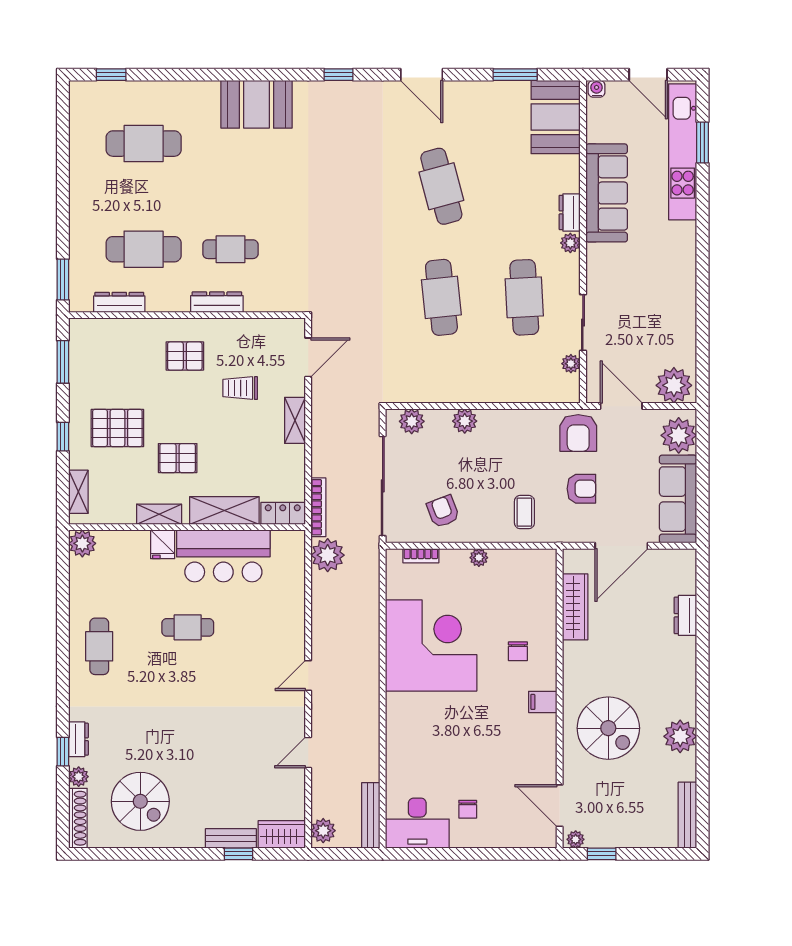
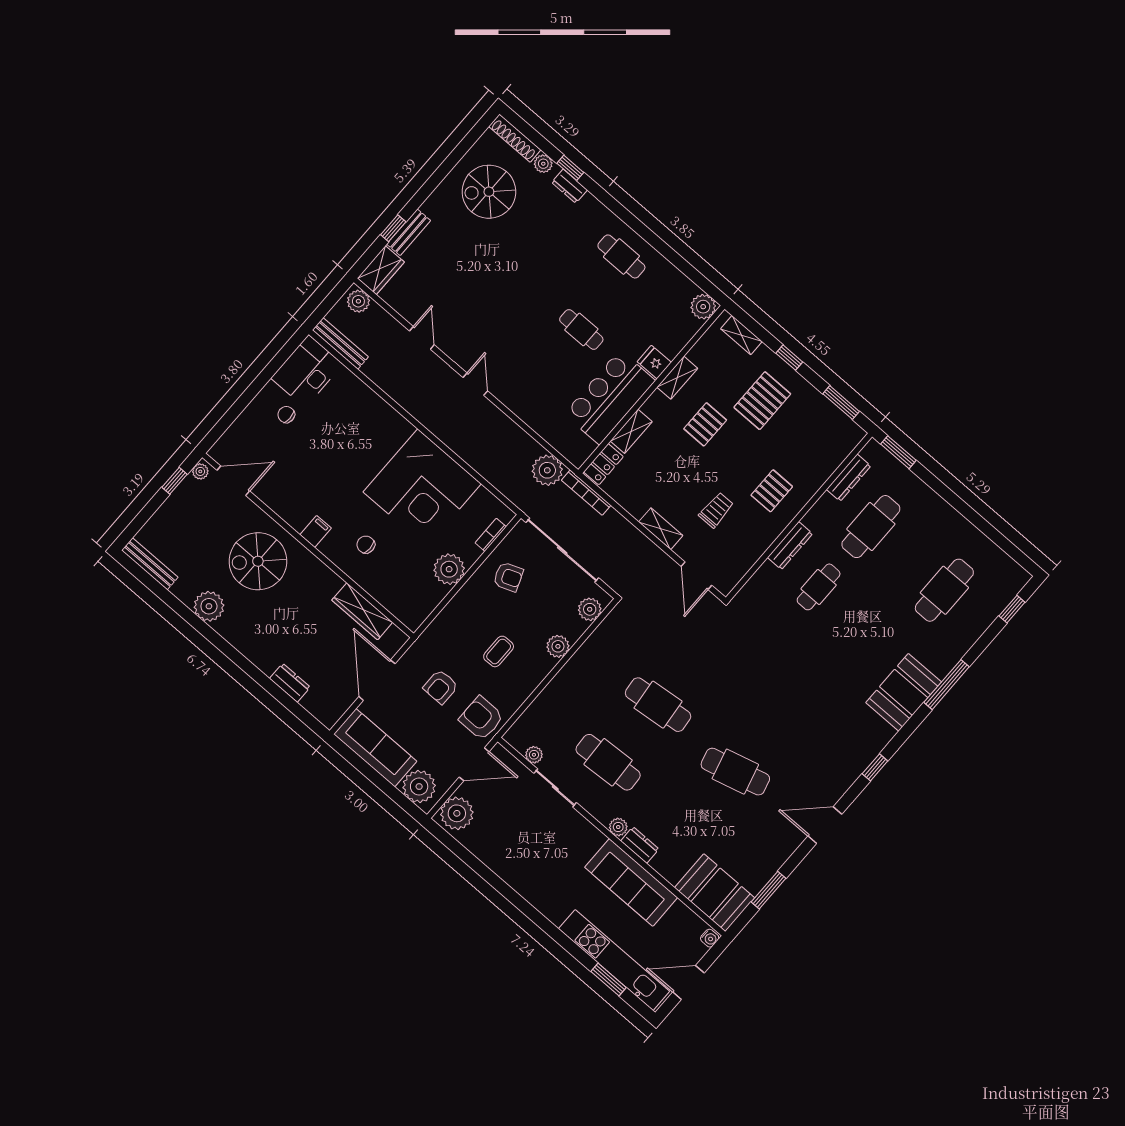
window: (220, 75) -> (947, 685), added
shelving: (224, 510) -> (631, 431), width x0.67, depth x0.75
coffee table: (524, 512) -> (499, 651), moved, turned 90
plant: (479, 558) -> (449, 569), width x1.88, depth x1.88
cafe table: (188, 627) -> (581, 329), turned 90

